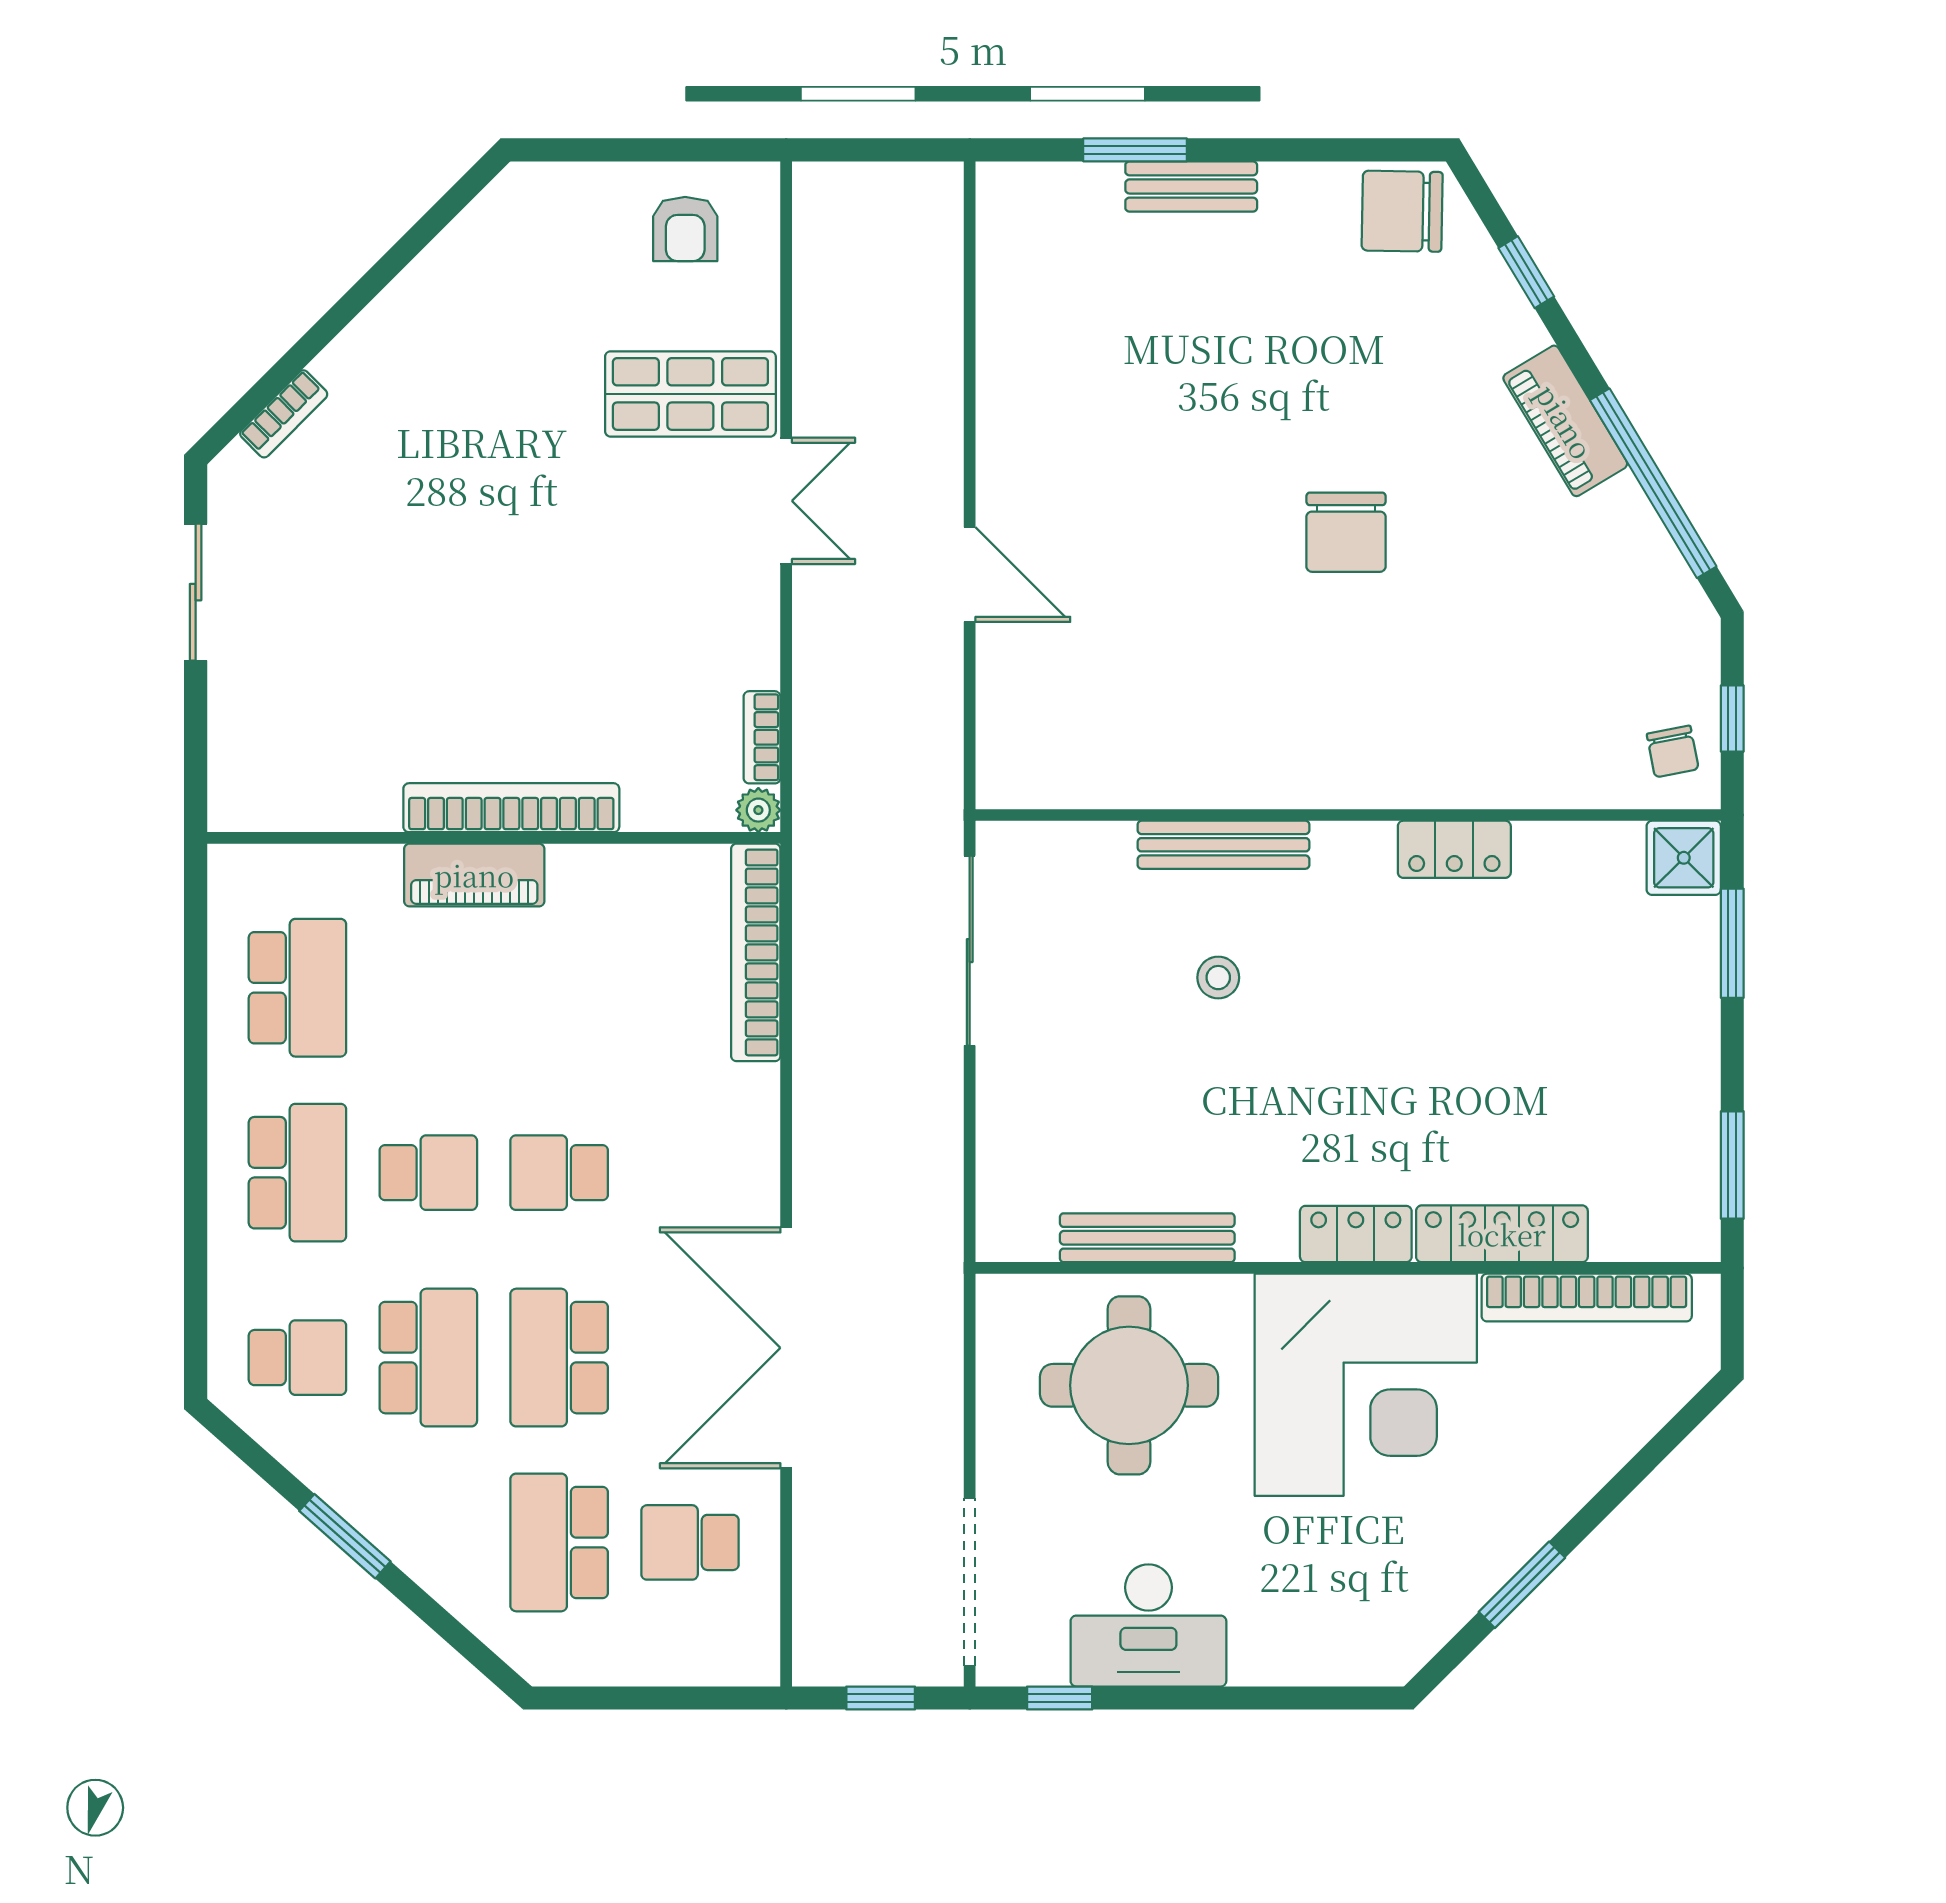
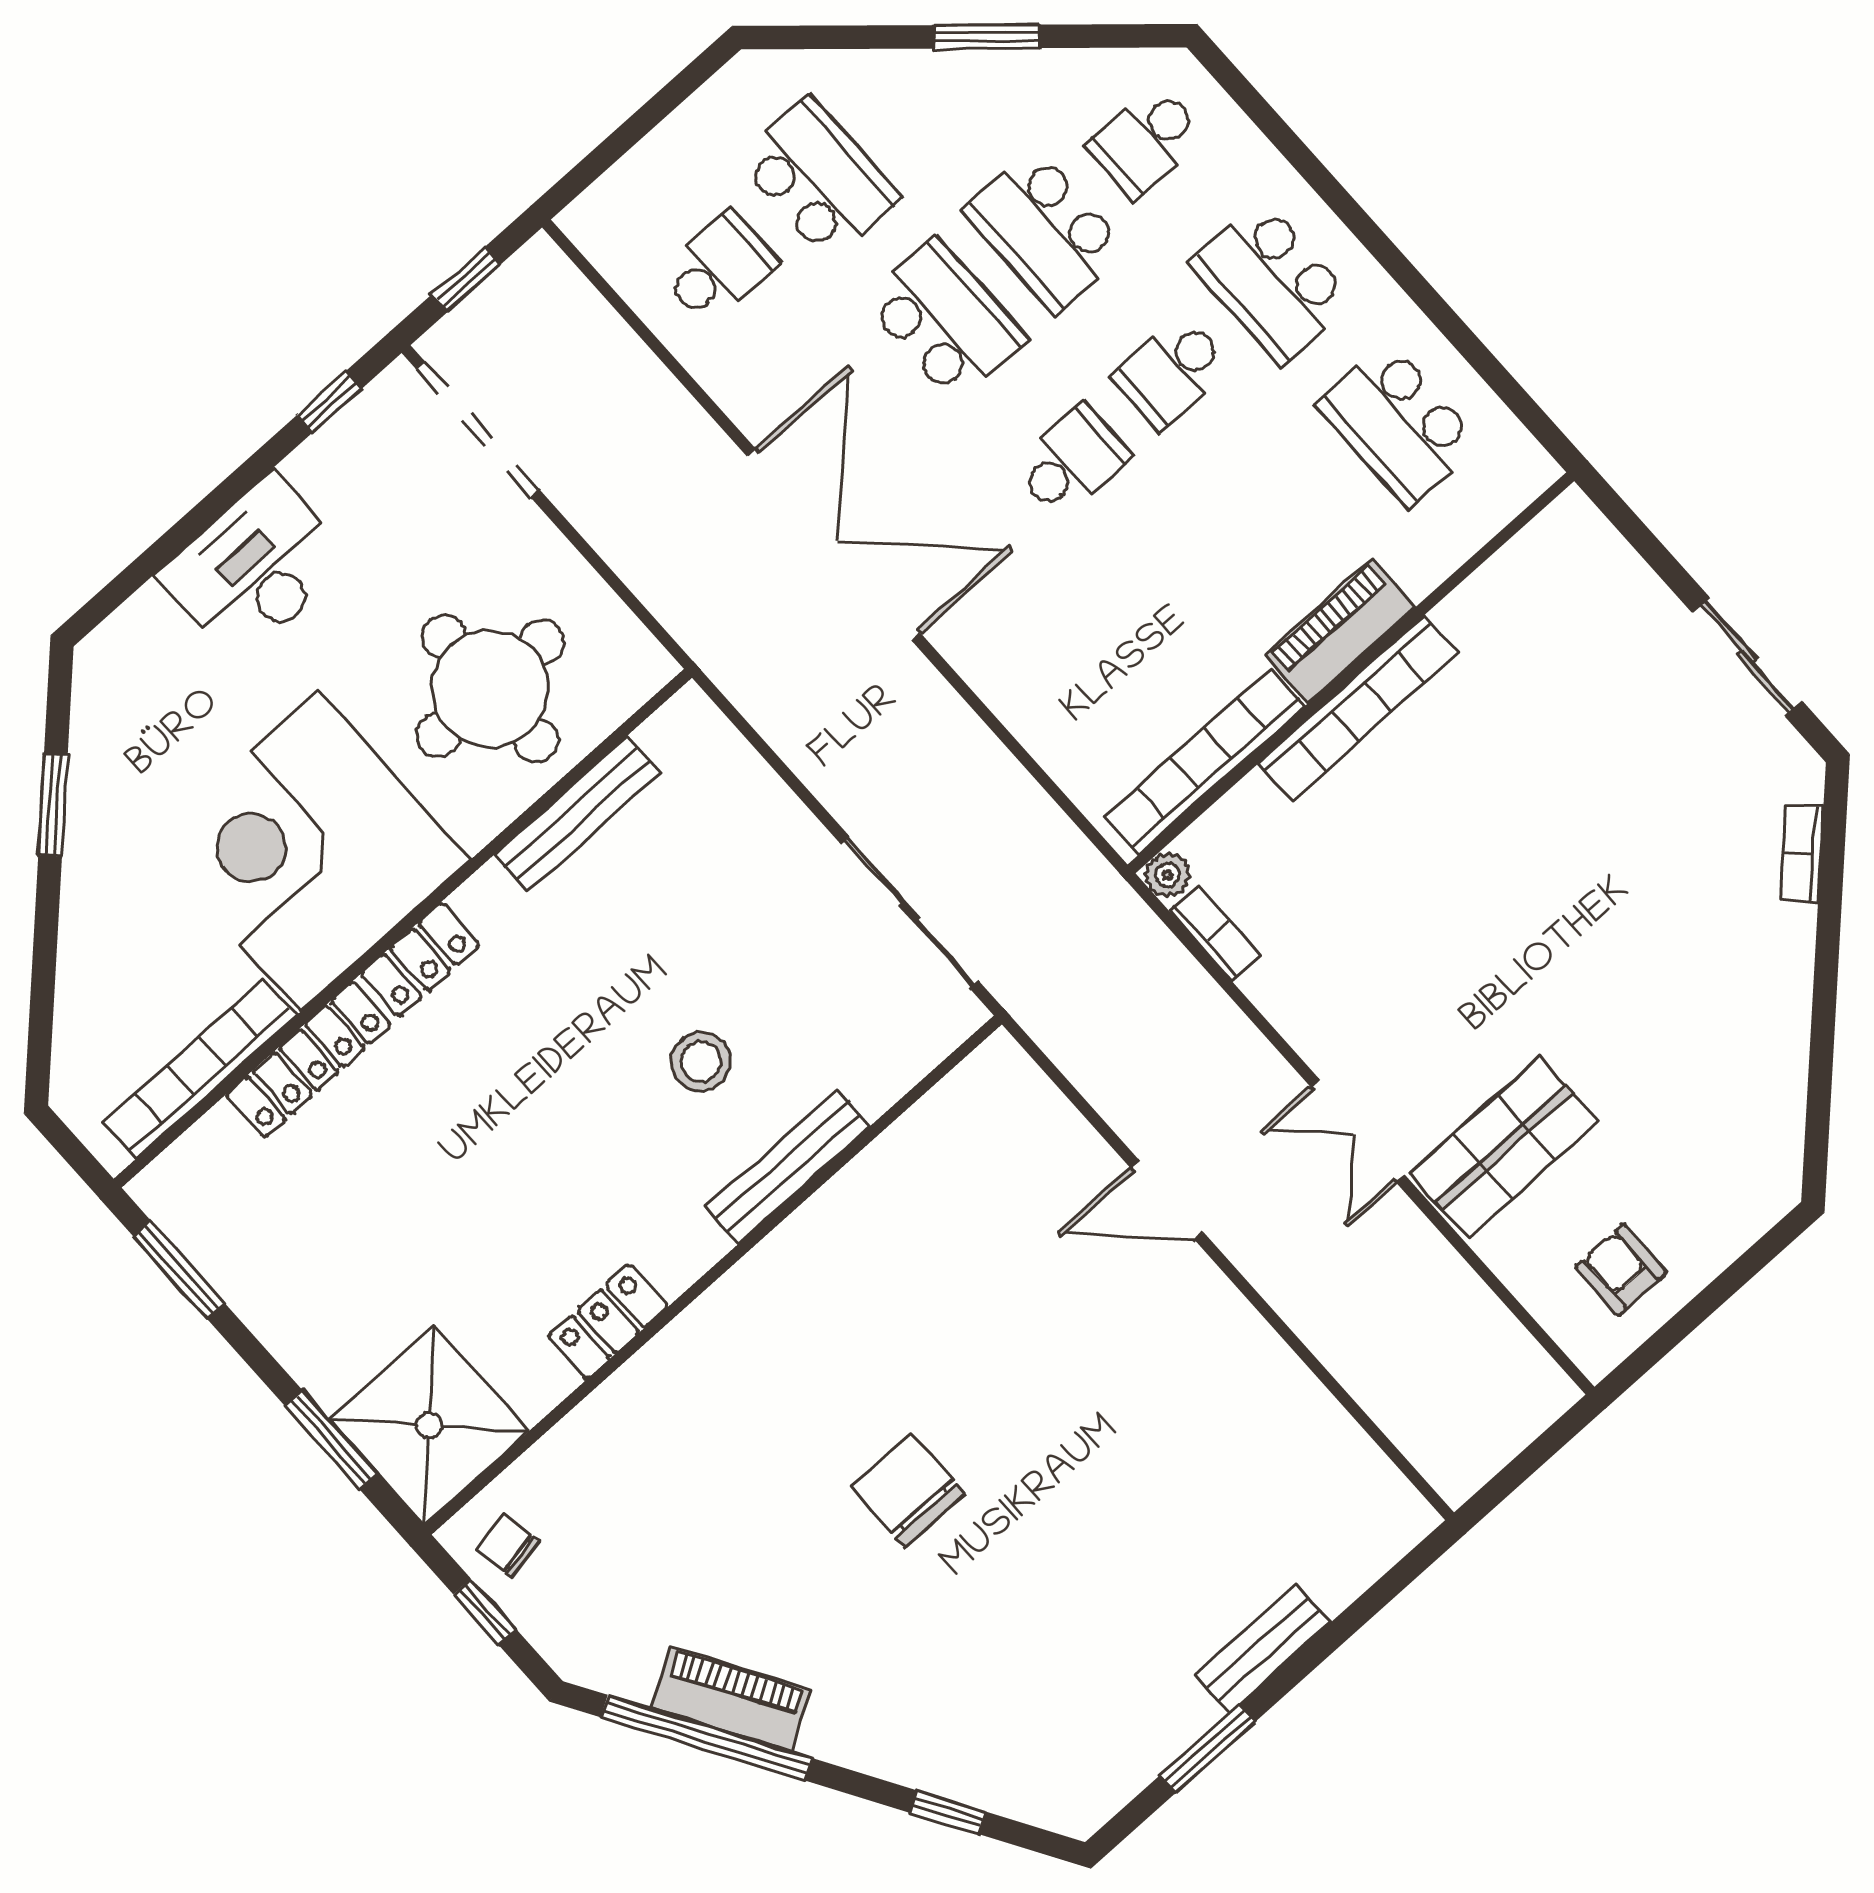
window: (1135, 150) -> (1208, 1749), moved
chair: (1402, 211) -> (1084, 1774), removed
piano: (1565, 421) -> (731, 1699), moved
shower: (1684, 858) -> (429, 1425), width x1.86, depth x1.86
bookcase: (756, 952) -> (1205, 762), moved, turned -90
stool: (1218, 978) -> (701, 1062), width x1.37, depth x1.37
double door: (786, 1348) -> (834, 545), moved
desk: (1148, 1625) -> (255, 568), moved

